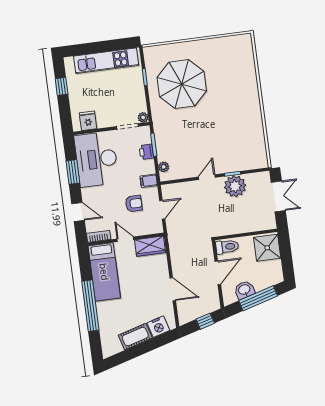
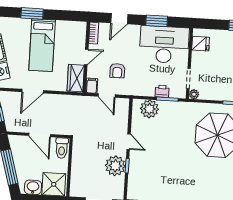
plant: (164, 167) -> (149, 109), width x1.87, depth x1.87
filing cabinet: (149, 181) -> (92, 86), moved
bed: (104, 272) -> (42, 45), moved, turned -90
washbasin: (244, 290) -> (33, 187), moved, turned -74
window: (90, 306) -> (32, 13), width x0.47

